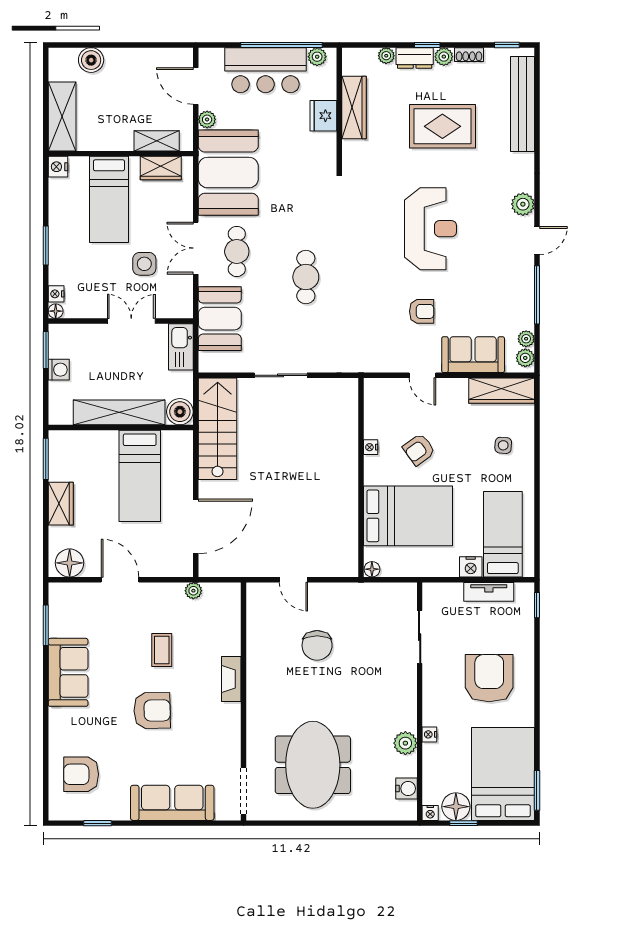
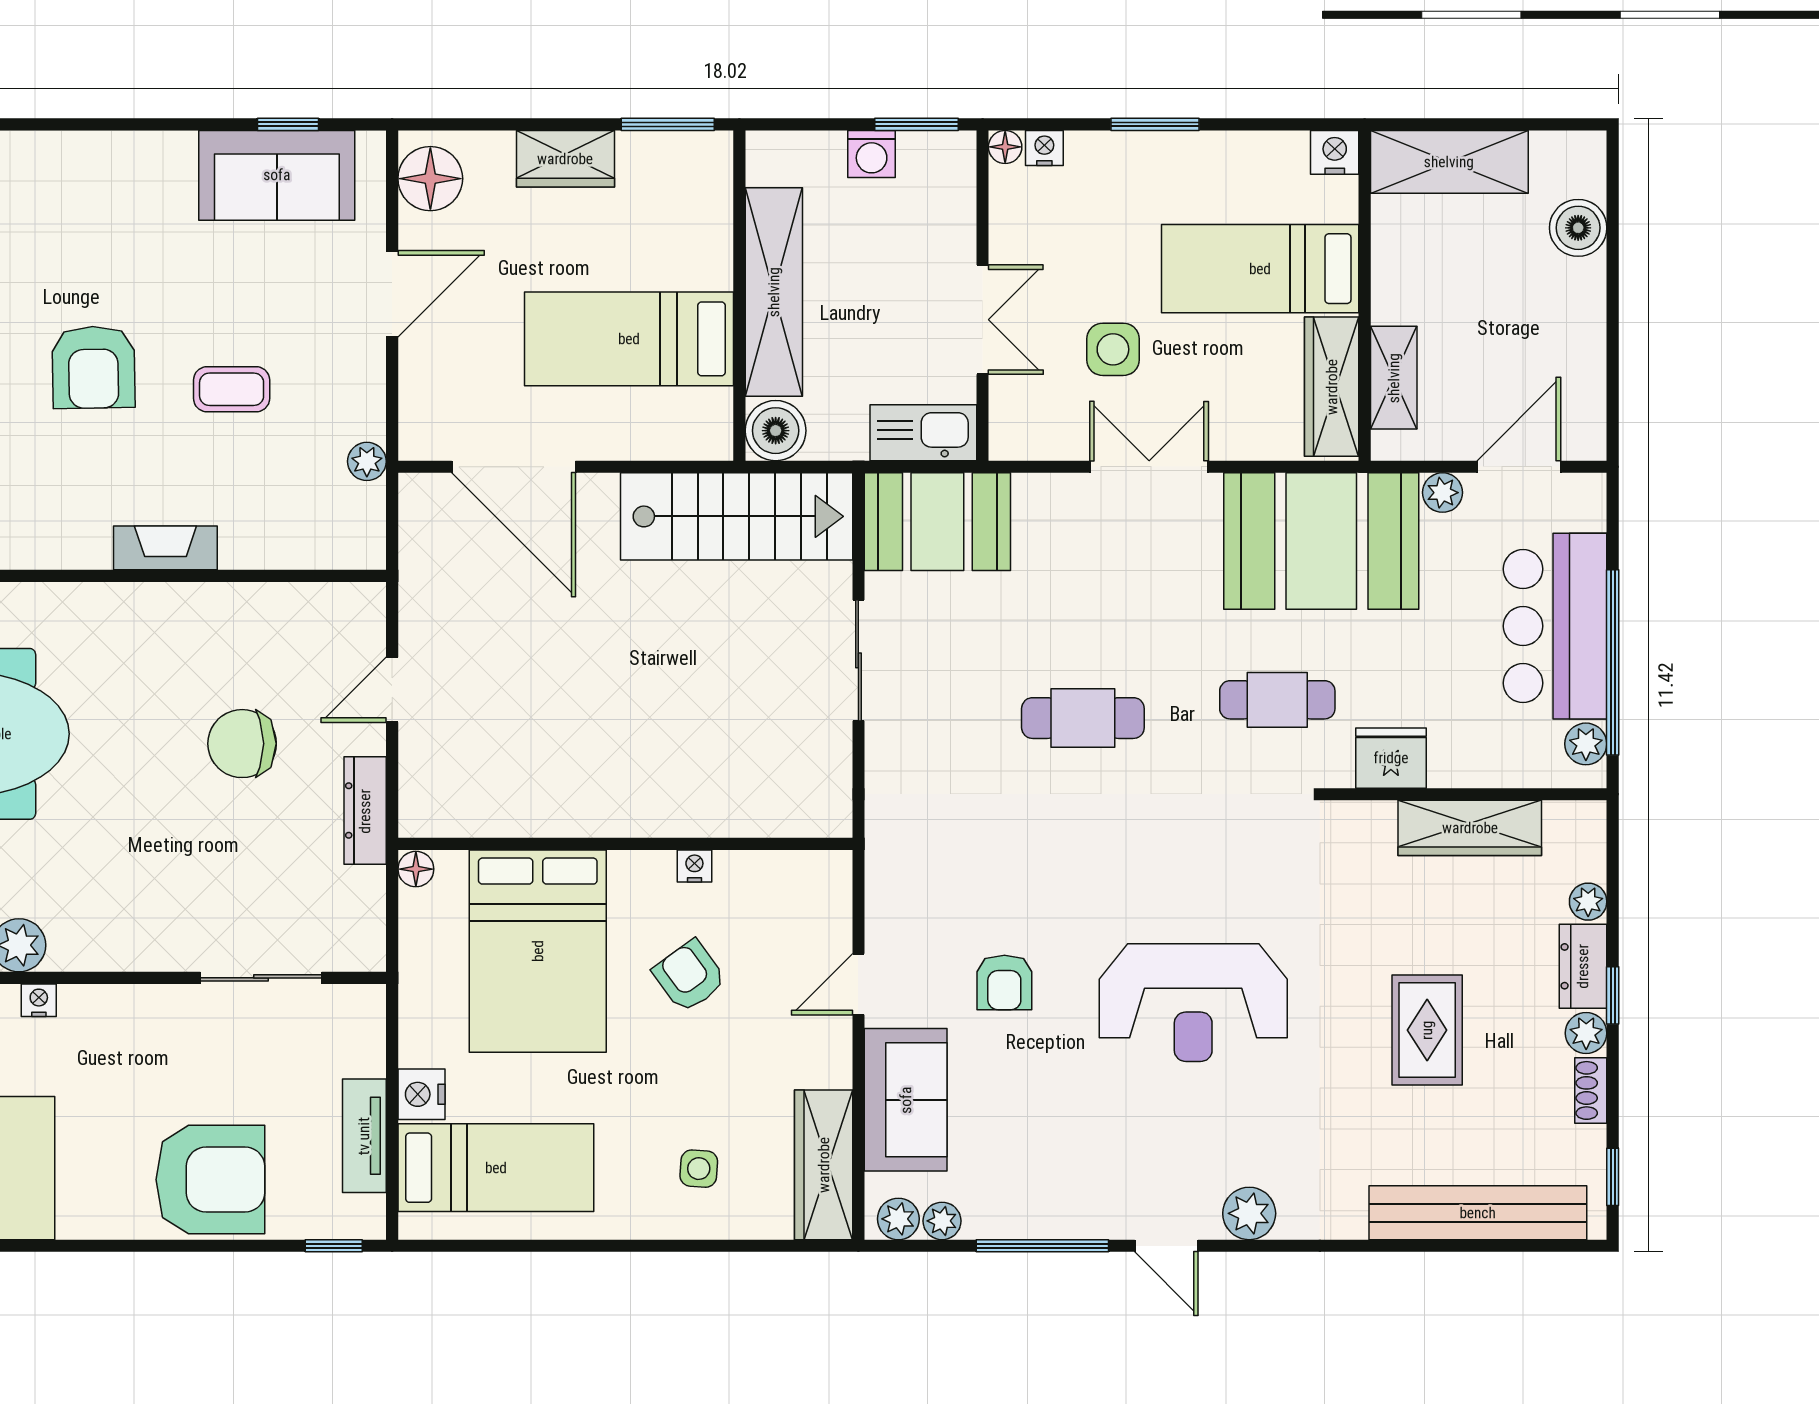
fridge: (323, 116) -> (1391, 758), moved
rug: (442, 126) -> (1427, 1030), width x0.73, depth x0.70
wardrobe: (161, 168) -> (1332, 387), width x1.50
cafe table: (237, 251) -> (1277, 700), moved
booth: (220, 319) -> (937, 522), moved
dresser: (346, 591) -> (365, 811), added
window: (46, 625) -> (288, 124), width x0.67
sofa: (68, 672) -> (277, 175), moved
armchair: (489, 678) -> (210, 1180), moved

